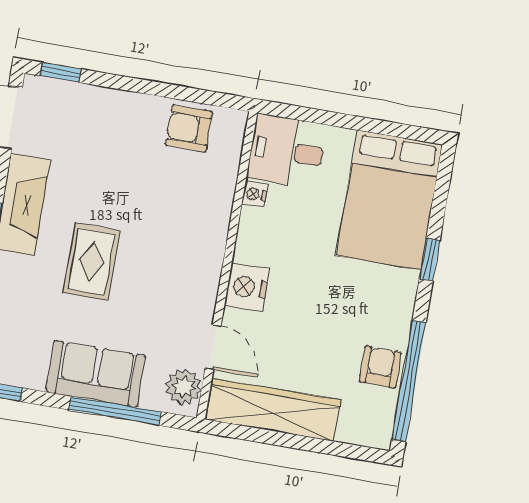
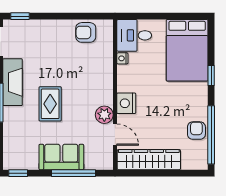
plant: (184, 387) -> (104, 115), moved

